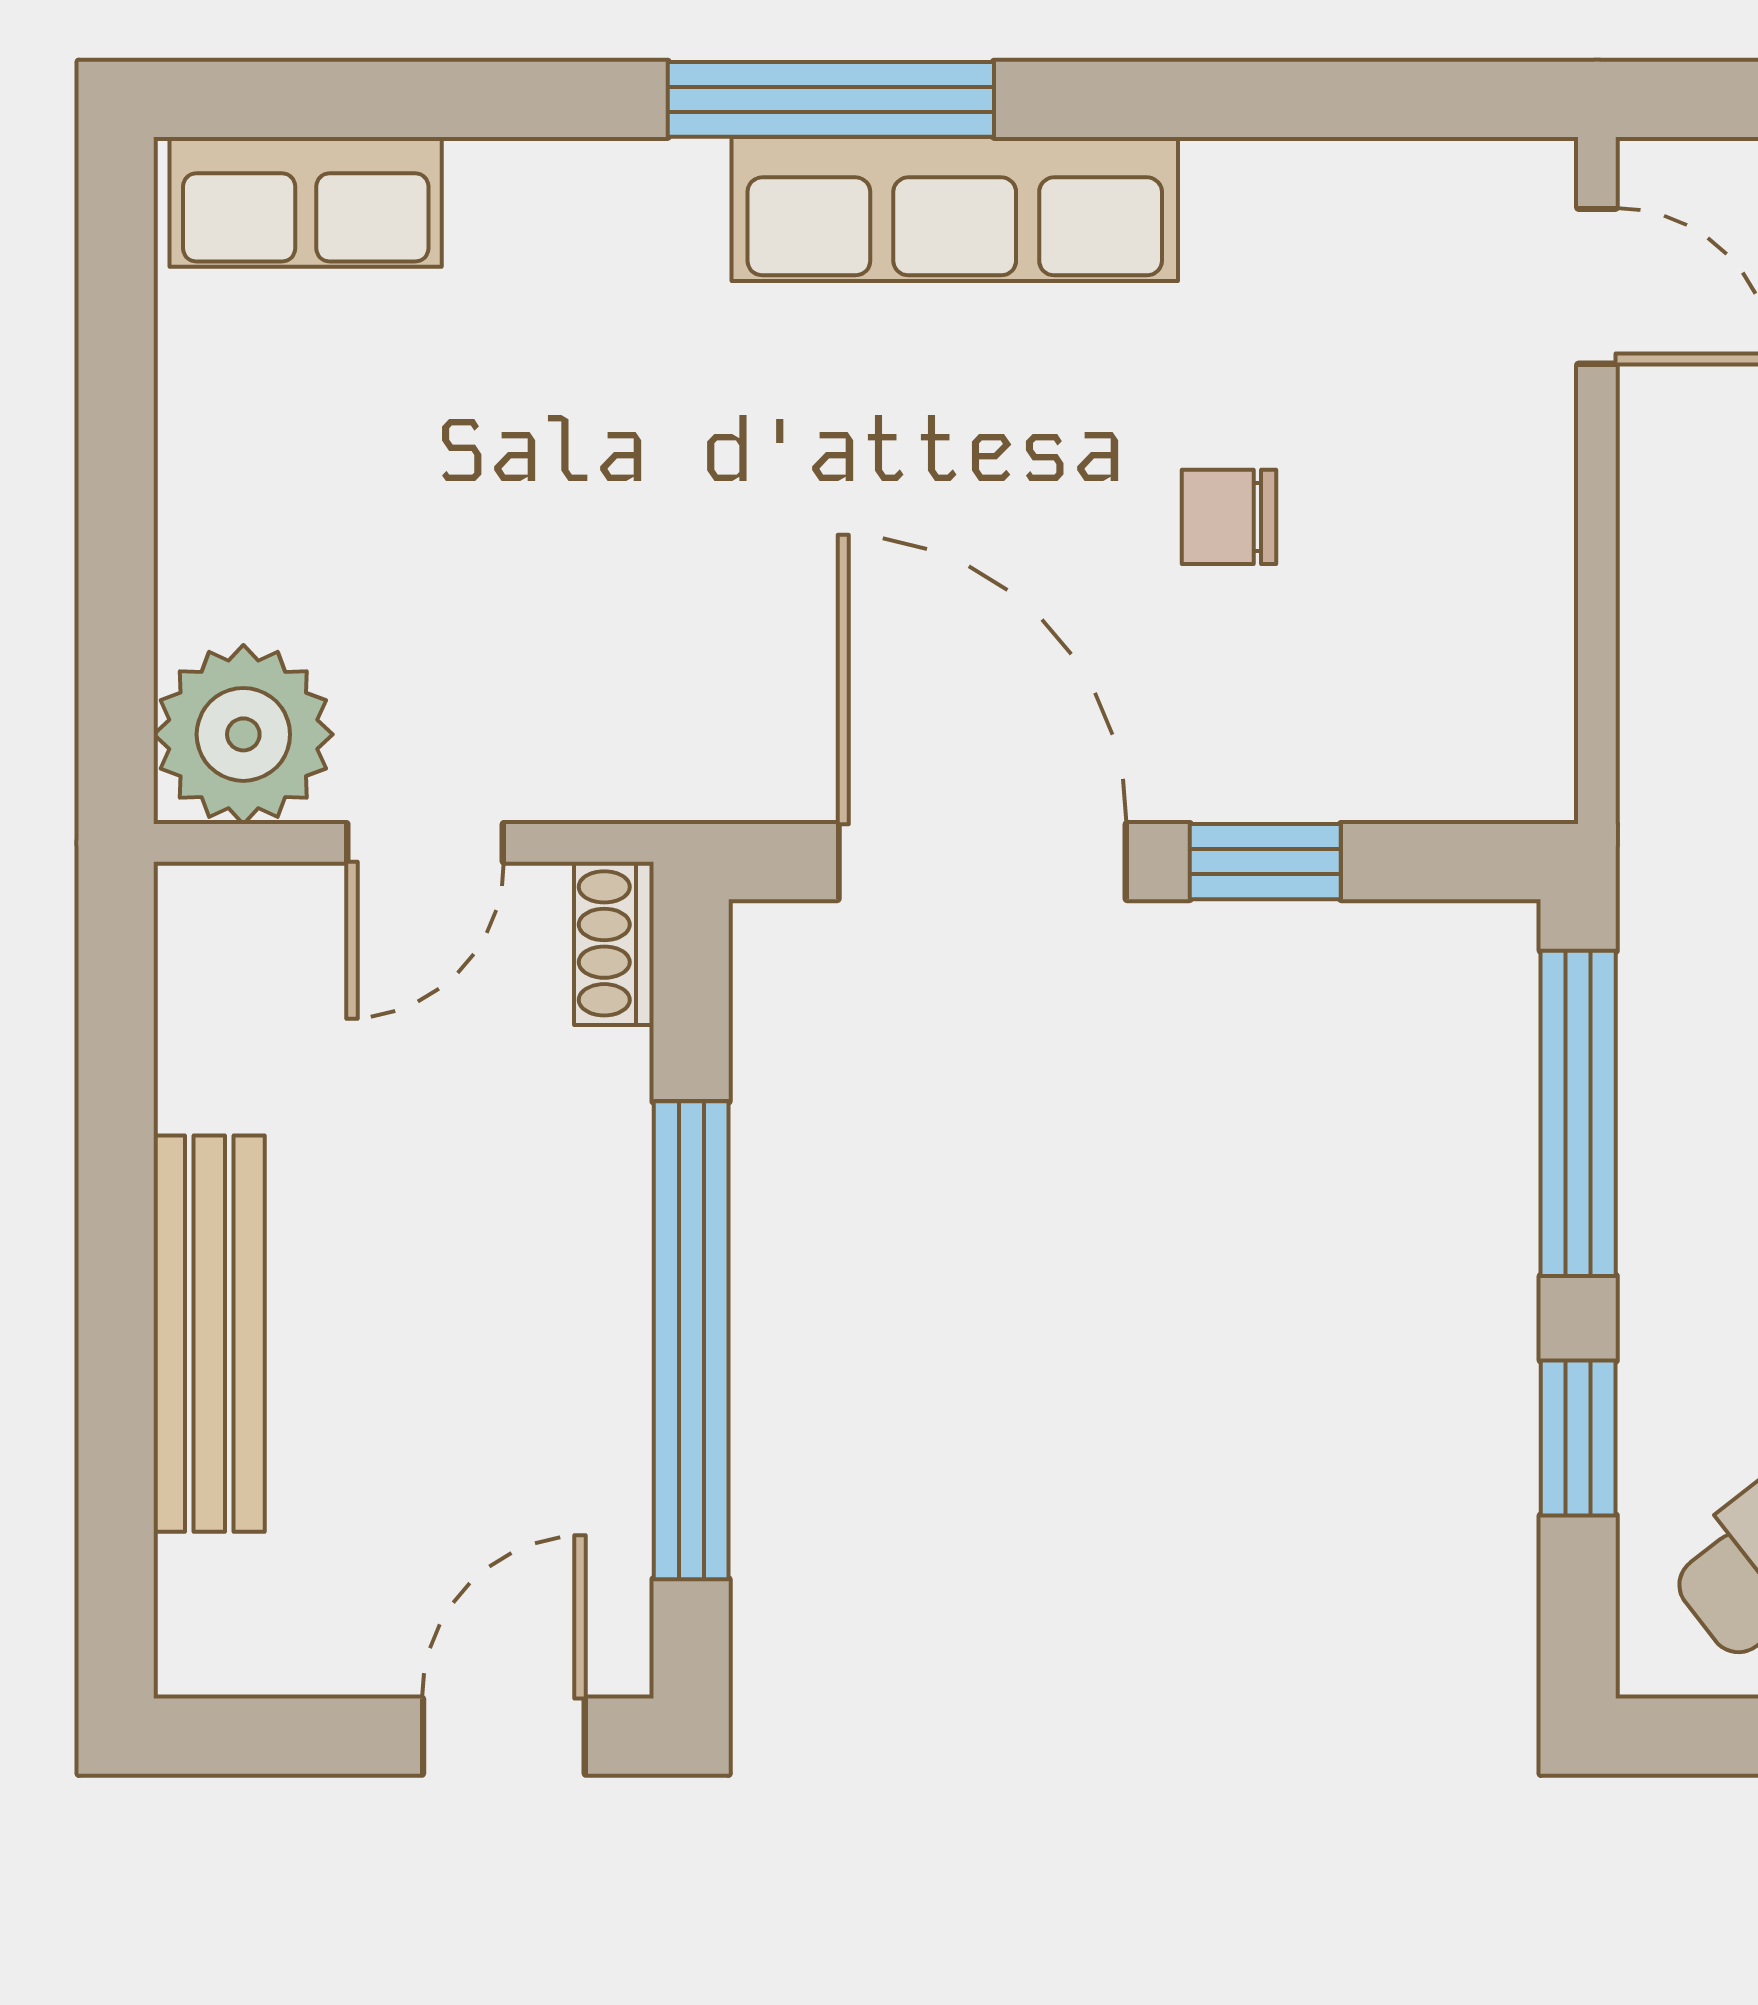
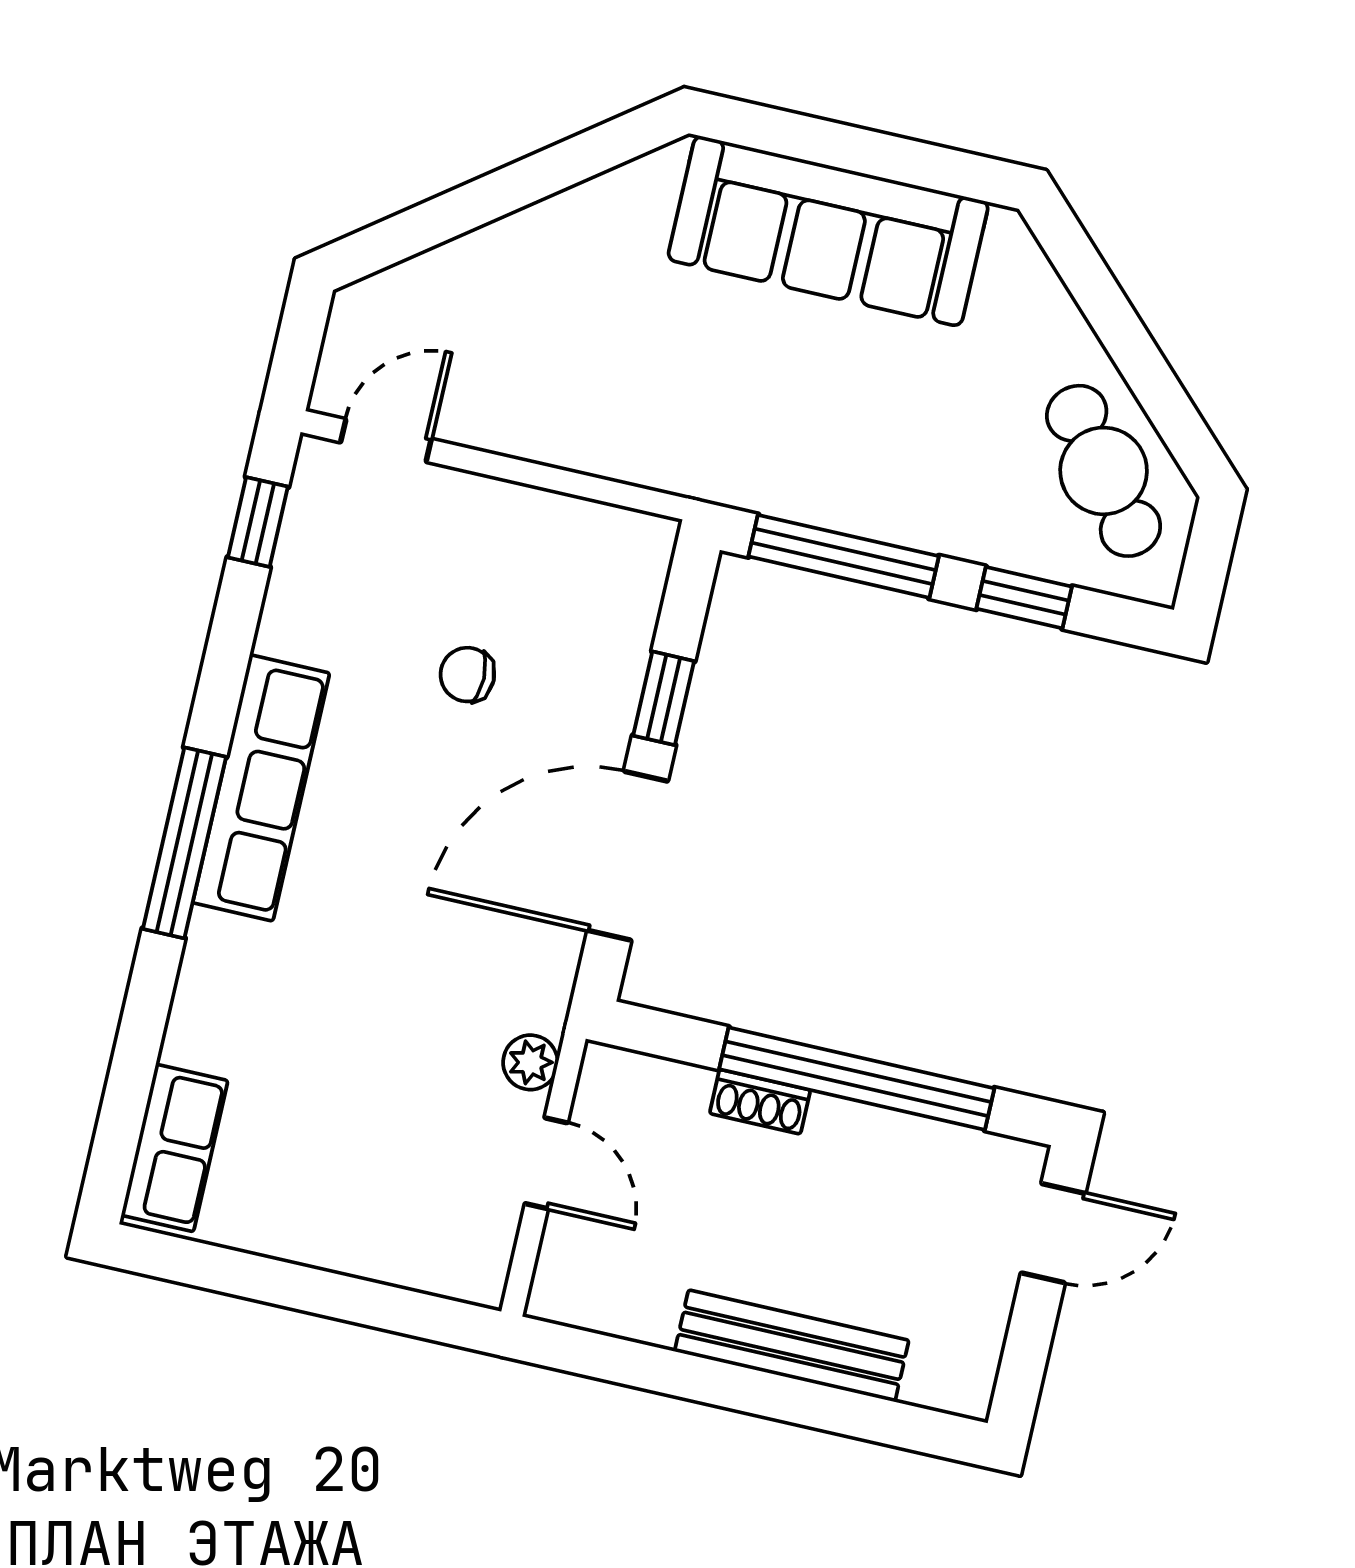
window: (1408, 99) -> (258, 522), added
chair: (1229, 517) -> (467, 675), turned 90
plant: (243, 734) -> (530, 1062), moved, width x0.53, depth x0.53
shoe rack: (614, 943) -> (760, 1102), moved
door: (504, 1736) -> (1053, 1233), swing flipped

